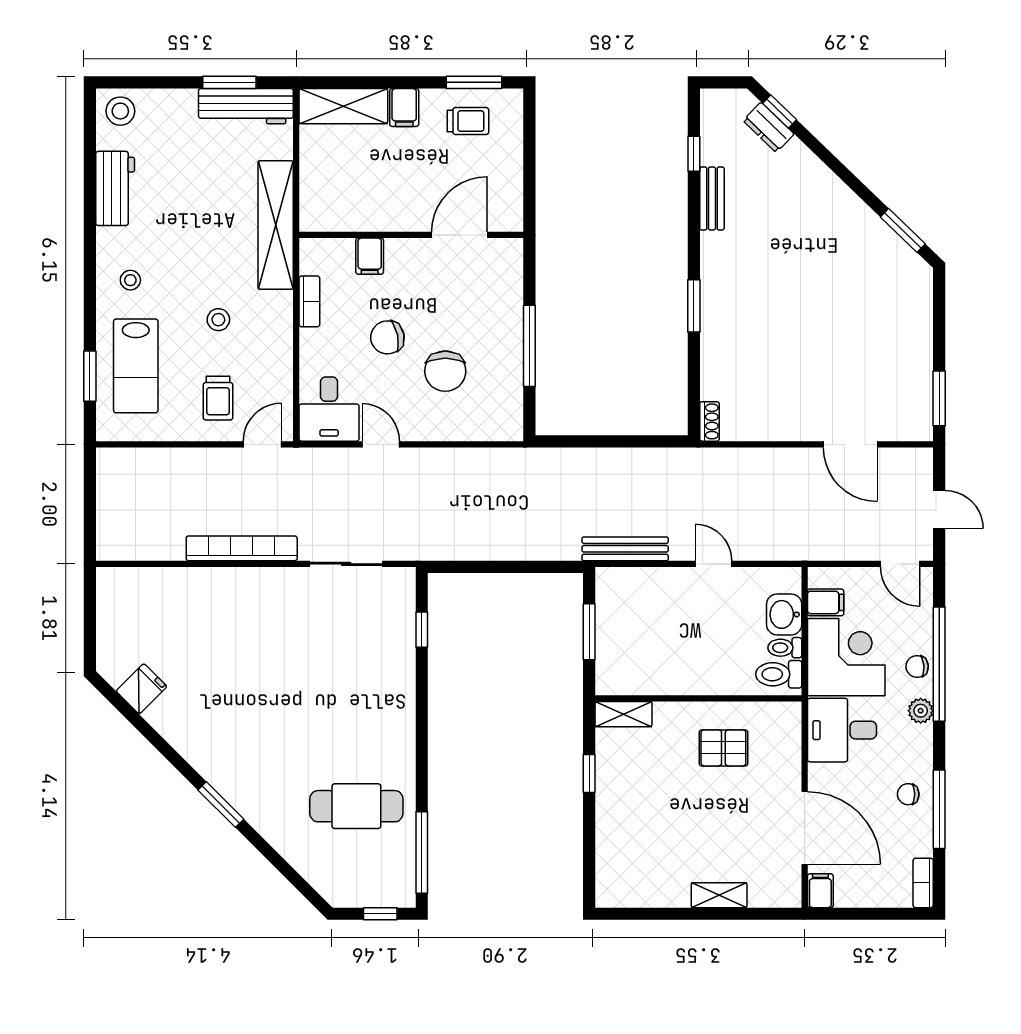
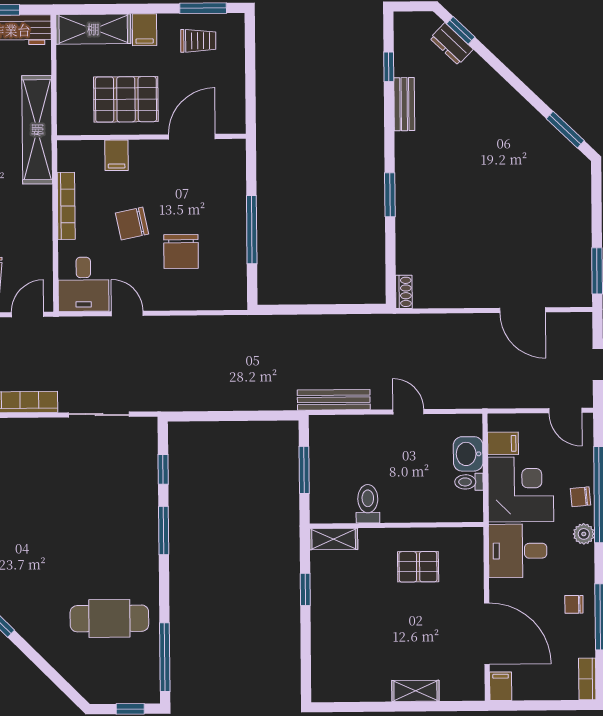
pallet: (381, 190) -> (126, 99), added
bookcase: (309, 301) -> (66, 206), width x1.56
toilet: (779, 674) -> (368, 504), moved, turned 90
window: (422, 702) -> (164, 530), added

